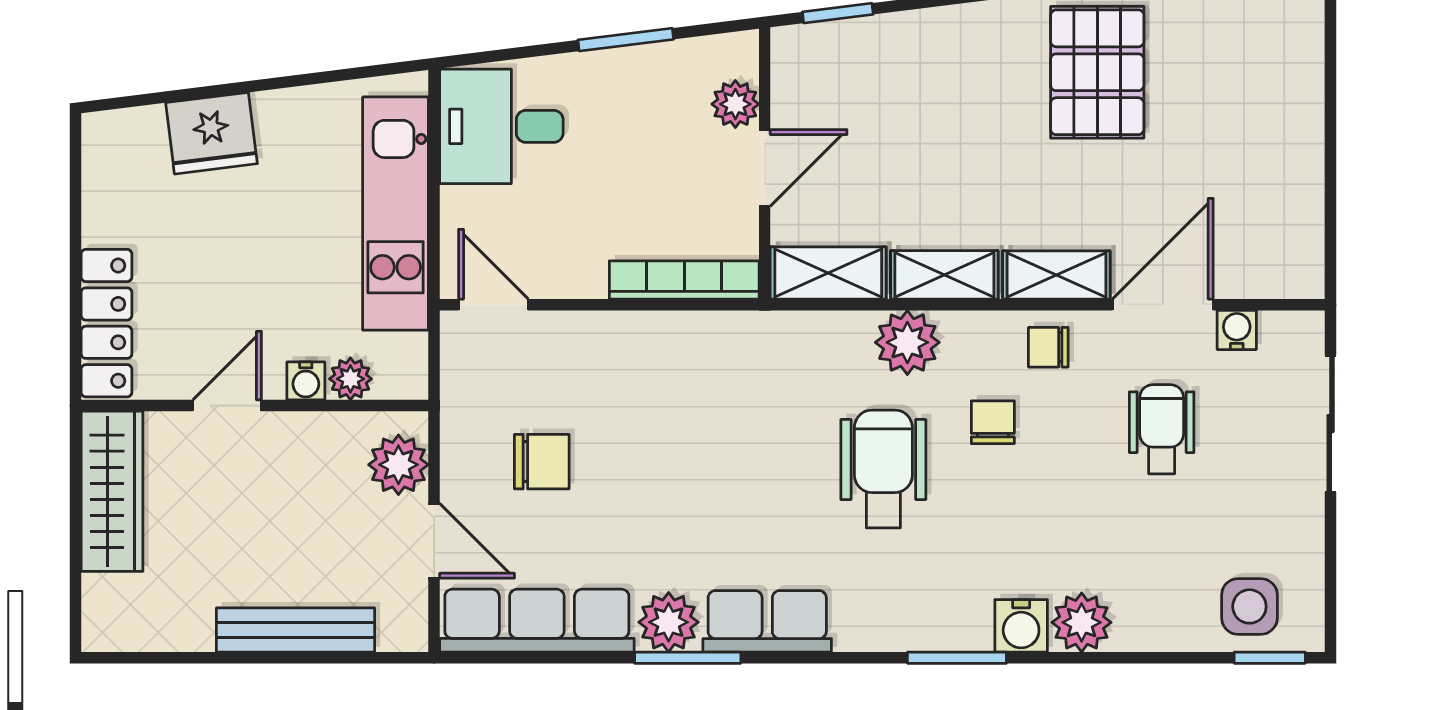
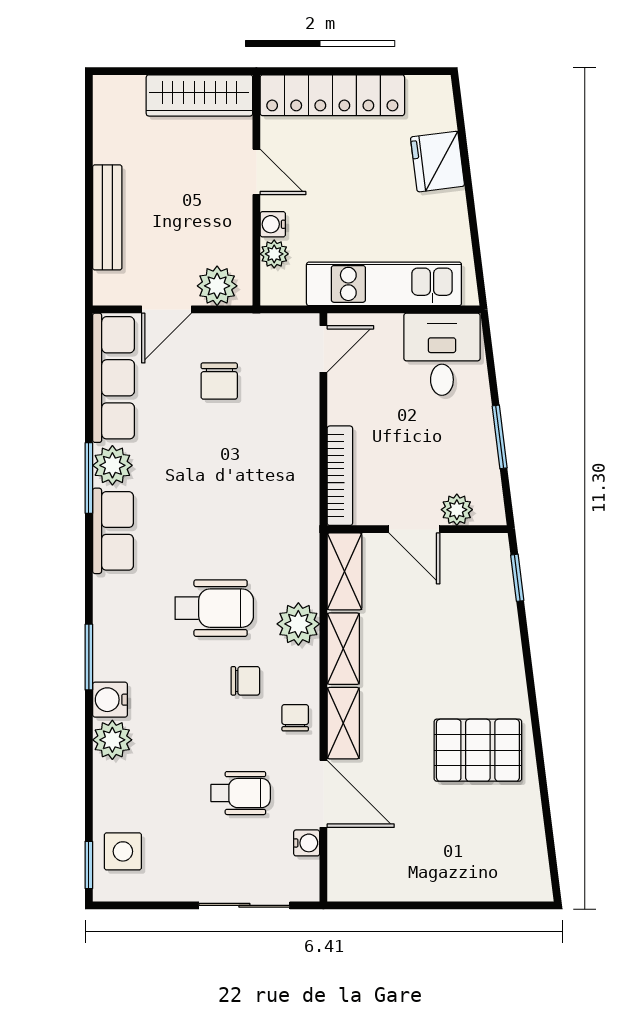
locker: (106, 323) -> (332, 95), width x1.41, depth x1.21

